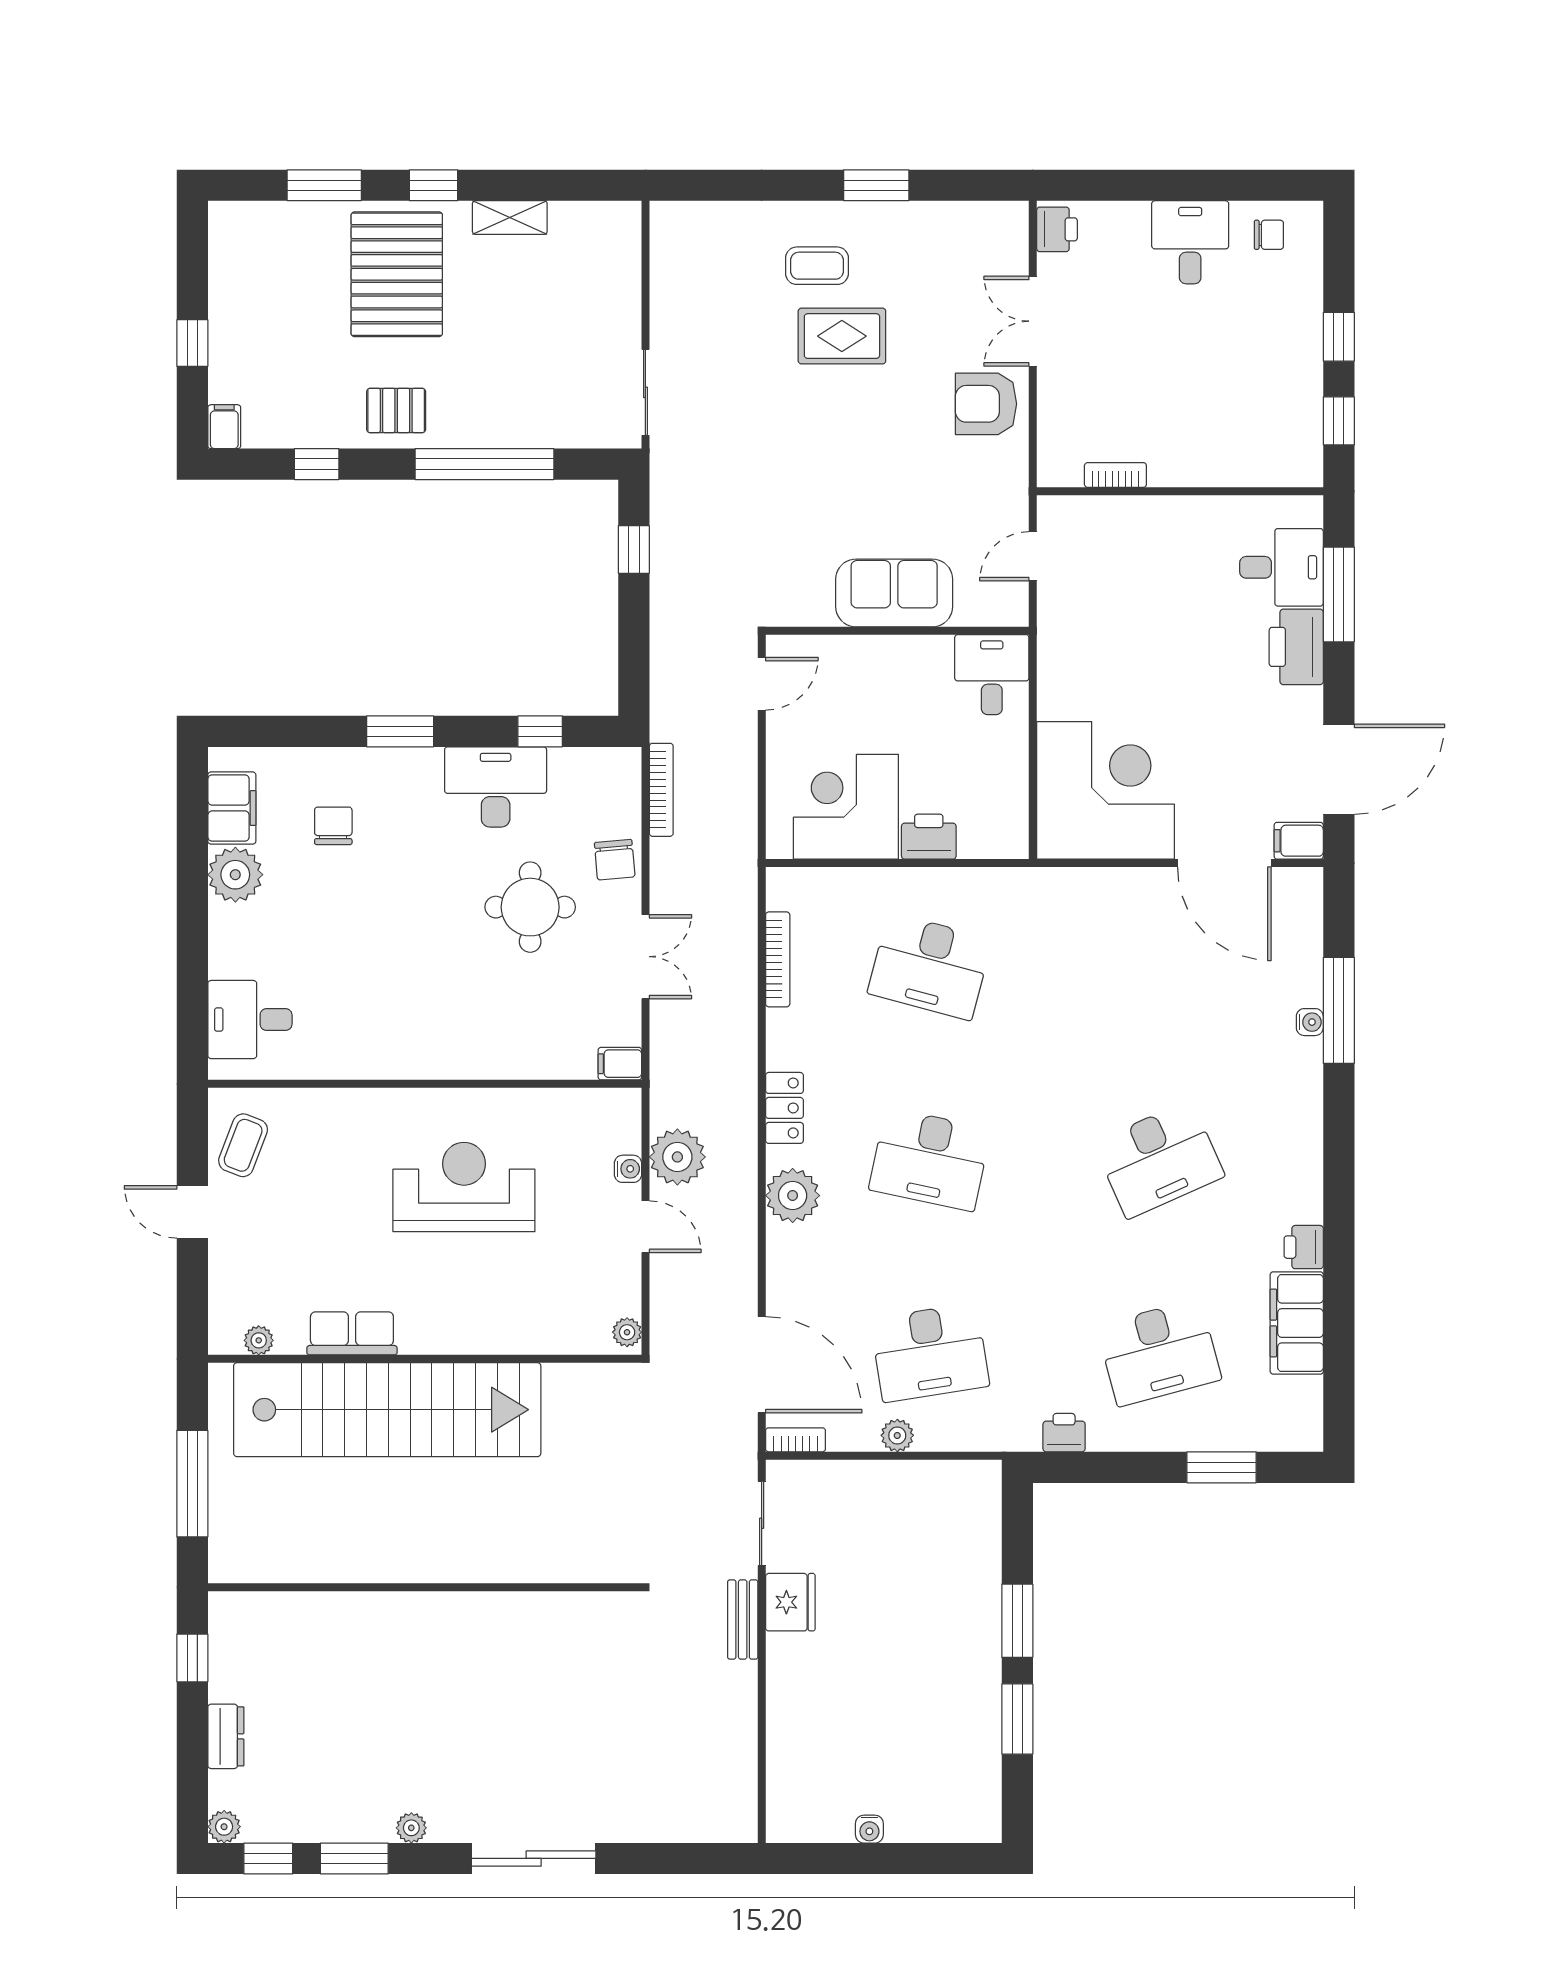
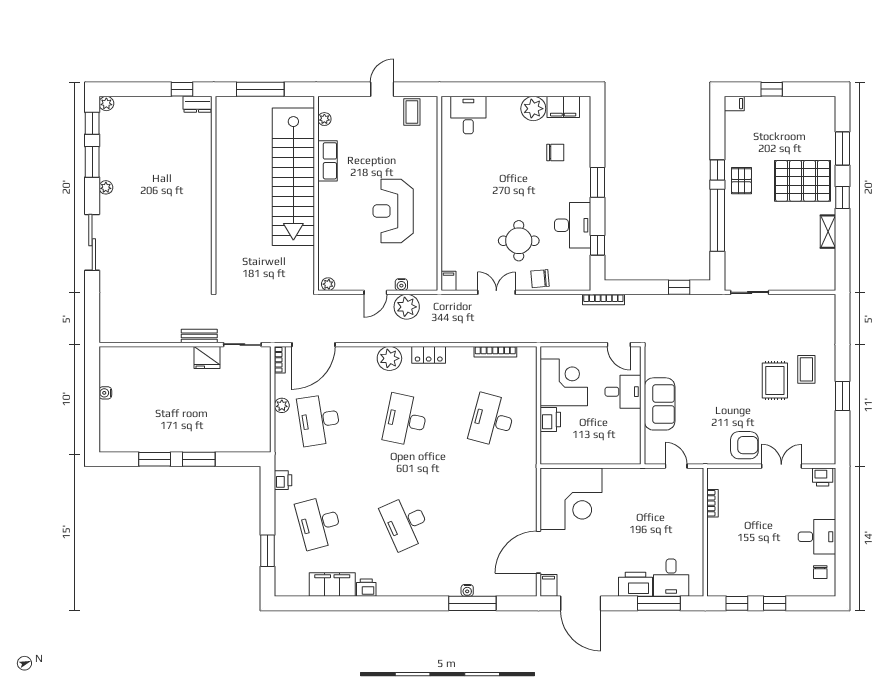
armchair: (986, 404) -> (744, 445), turned 90
window: (317, 464) -> (717, 170), moved
desk: (992, 675) -> (623, 392), moved
bookcase: (661, 790) -> (603, 300), moved
double door: (645, 957) -> (496, 292), swing flipped
coffee table: (243, 1145) -> (412, 112), turned 69
reception desk: (464, 1187) -> (393, 211), turned 180
dresser: (226, 1736) -> (198, 104), moved

